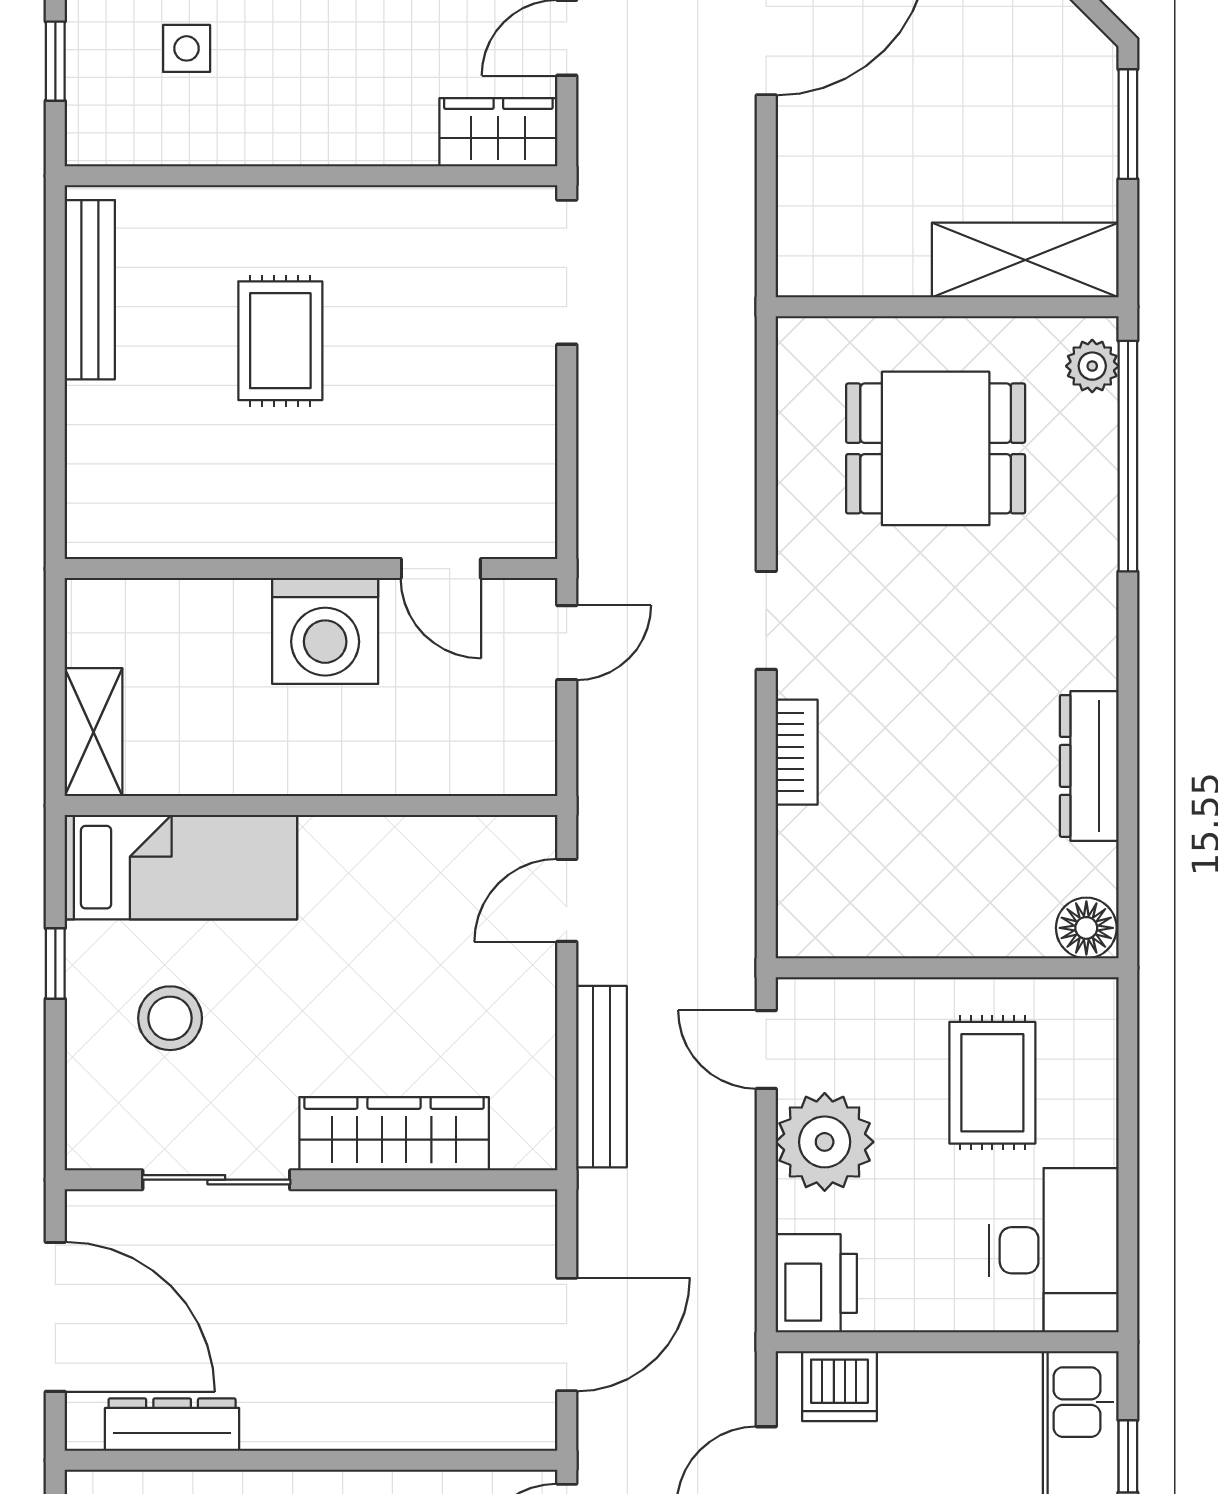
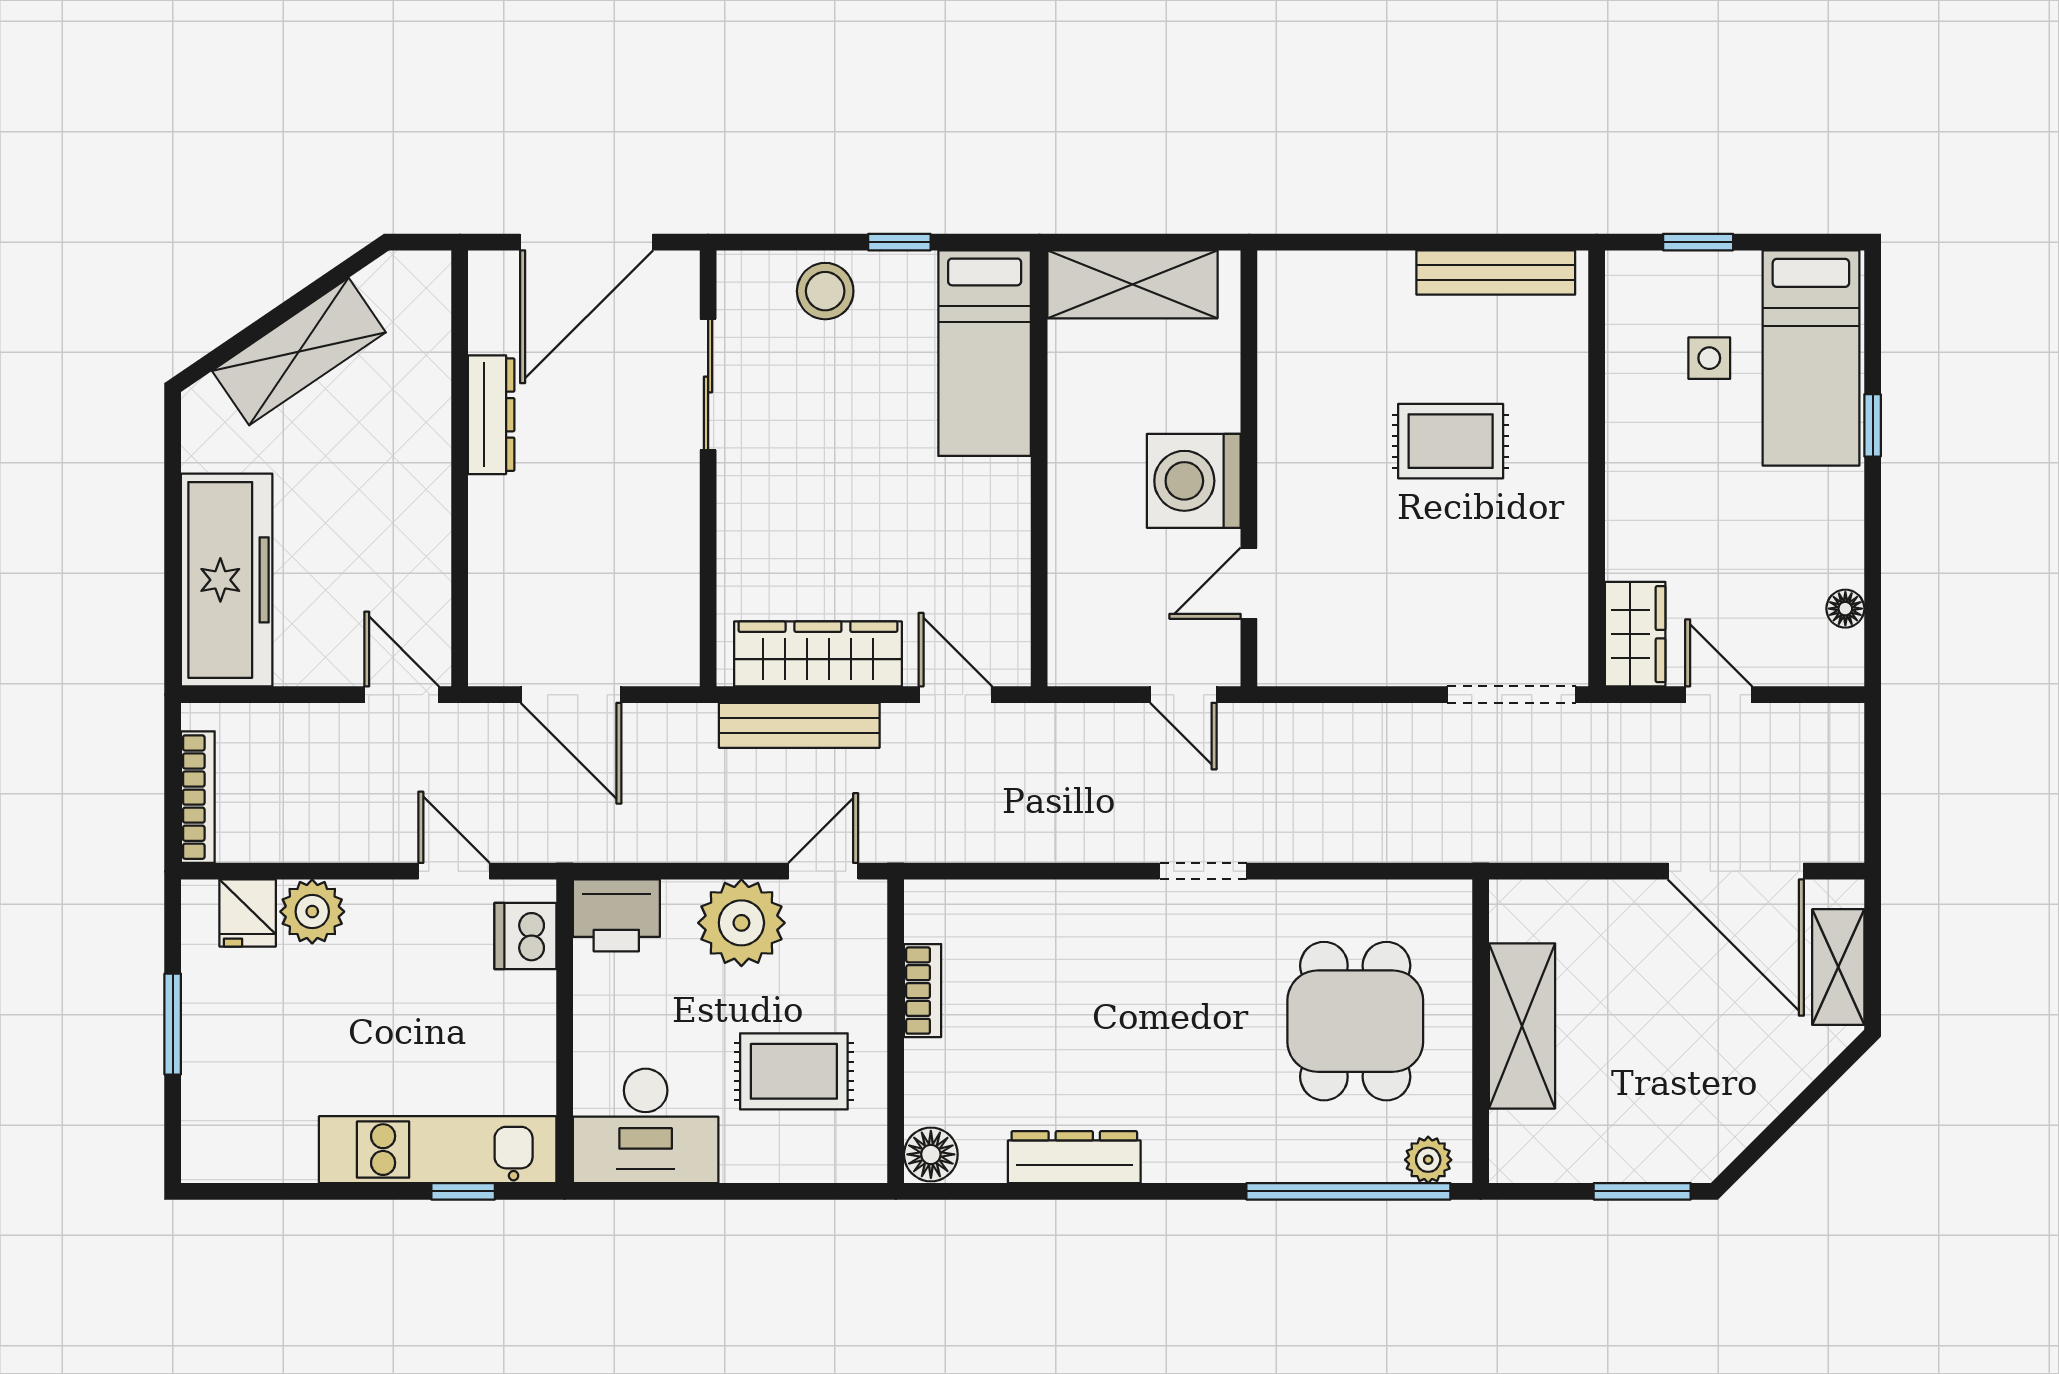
shelving: (1025, 260) -> (1522, 1026), moved
shelving: (94, 732) -> (1133, 284), width x1.50, depth x1.33
bookcase: (797, 752) -> (923, 991), moved, turned -90
stool: (170, 1018) -> (825, 291), moved
wardrobe: (394, 1134) -> (818, 654), moved, turned -90
dresser: (172, 1425) -> (491, 415), moved

